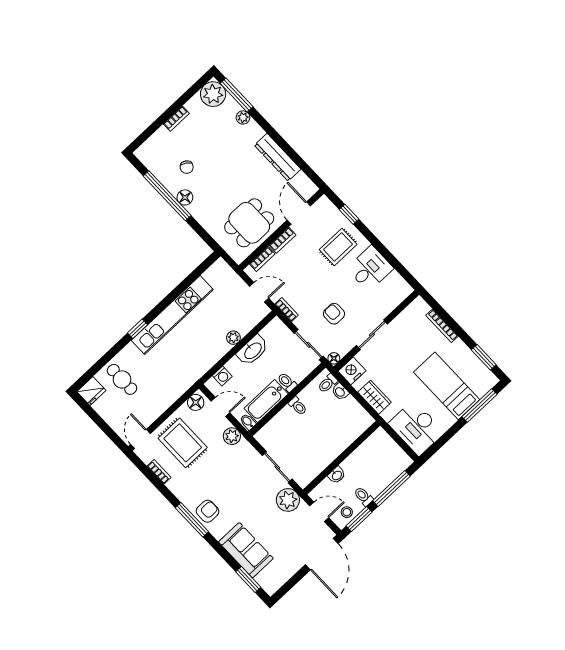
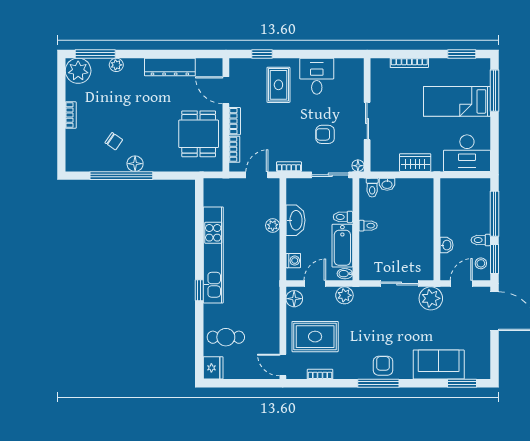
nightstand: (352, 371) -> (380, 161), removed

